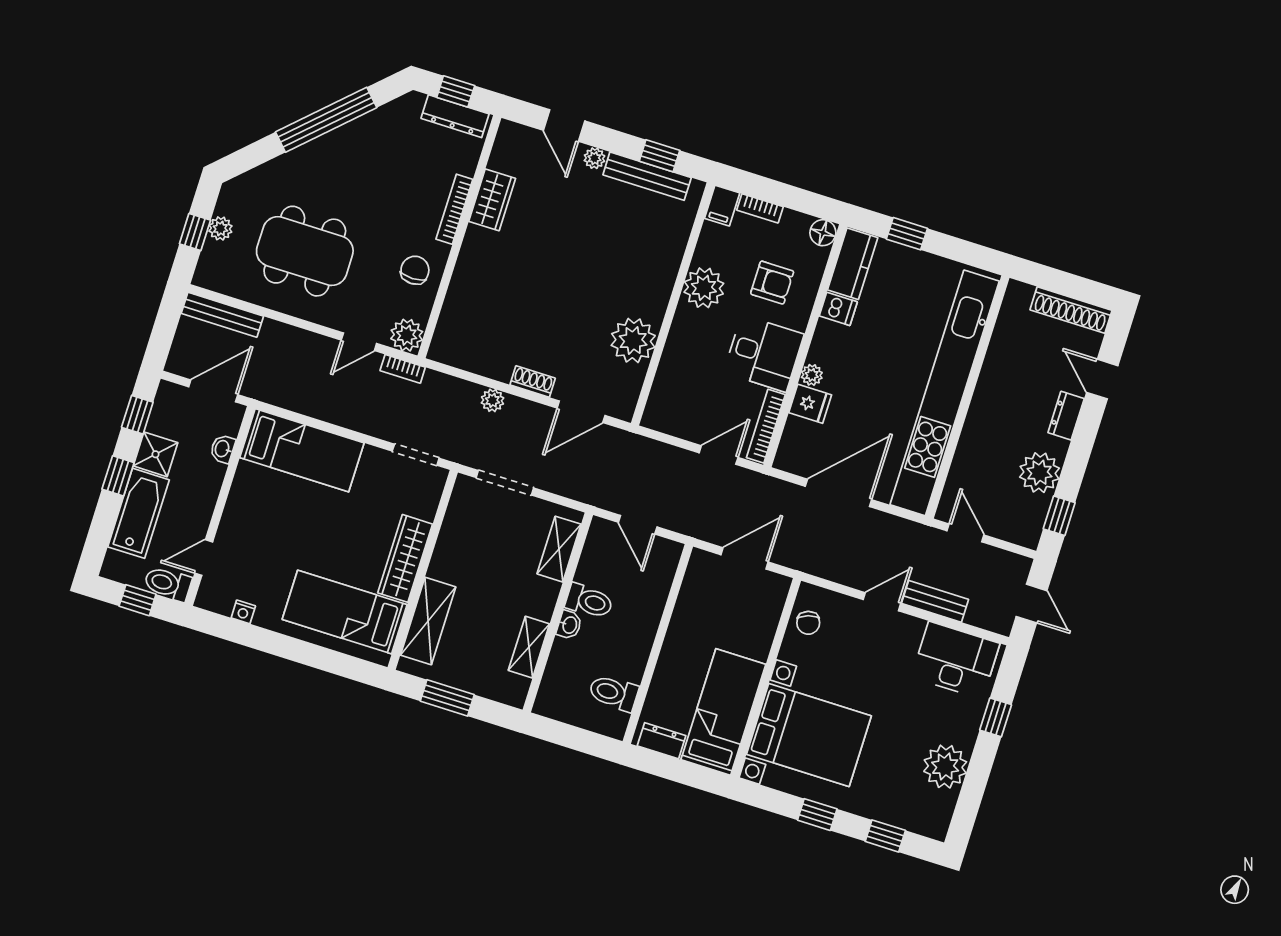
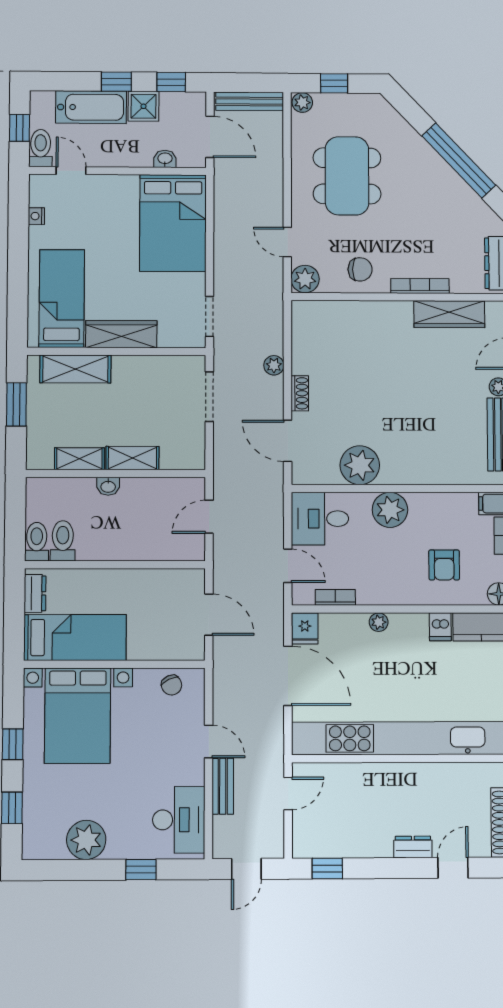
wardrobe: (492, 200) -> (449, 314), width x1.50
plant: (220, 228) -> (302, 103), moved
plant: (704, 288) -> (390, 510), moved
bench: (222, 315) -> (250, 101), moved, turned 90
desk: (764, 353) -> (320, 519), moved, turned 90
bookcase: (403, 369) -> (276, 284), removed
fridge: (810, 404) -> (305, 629), moved
bookcase: (766, 426) -> (335, 597), width x0.64
bed: (302, 450) -> (173, 223), width x1.50
plant: (1039, 473) -> (358, 840), removed
shelving: (559, 549) -> (132, 458), moved
toilet: (589, 601) -> (37, 542), moved, turned 180
chair: (808, 623) -> (172, 685), turned -97

